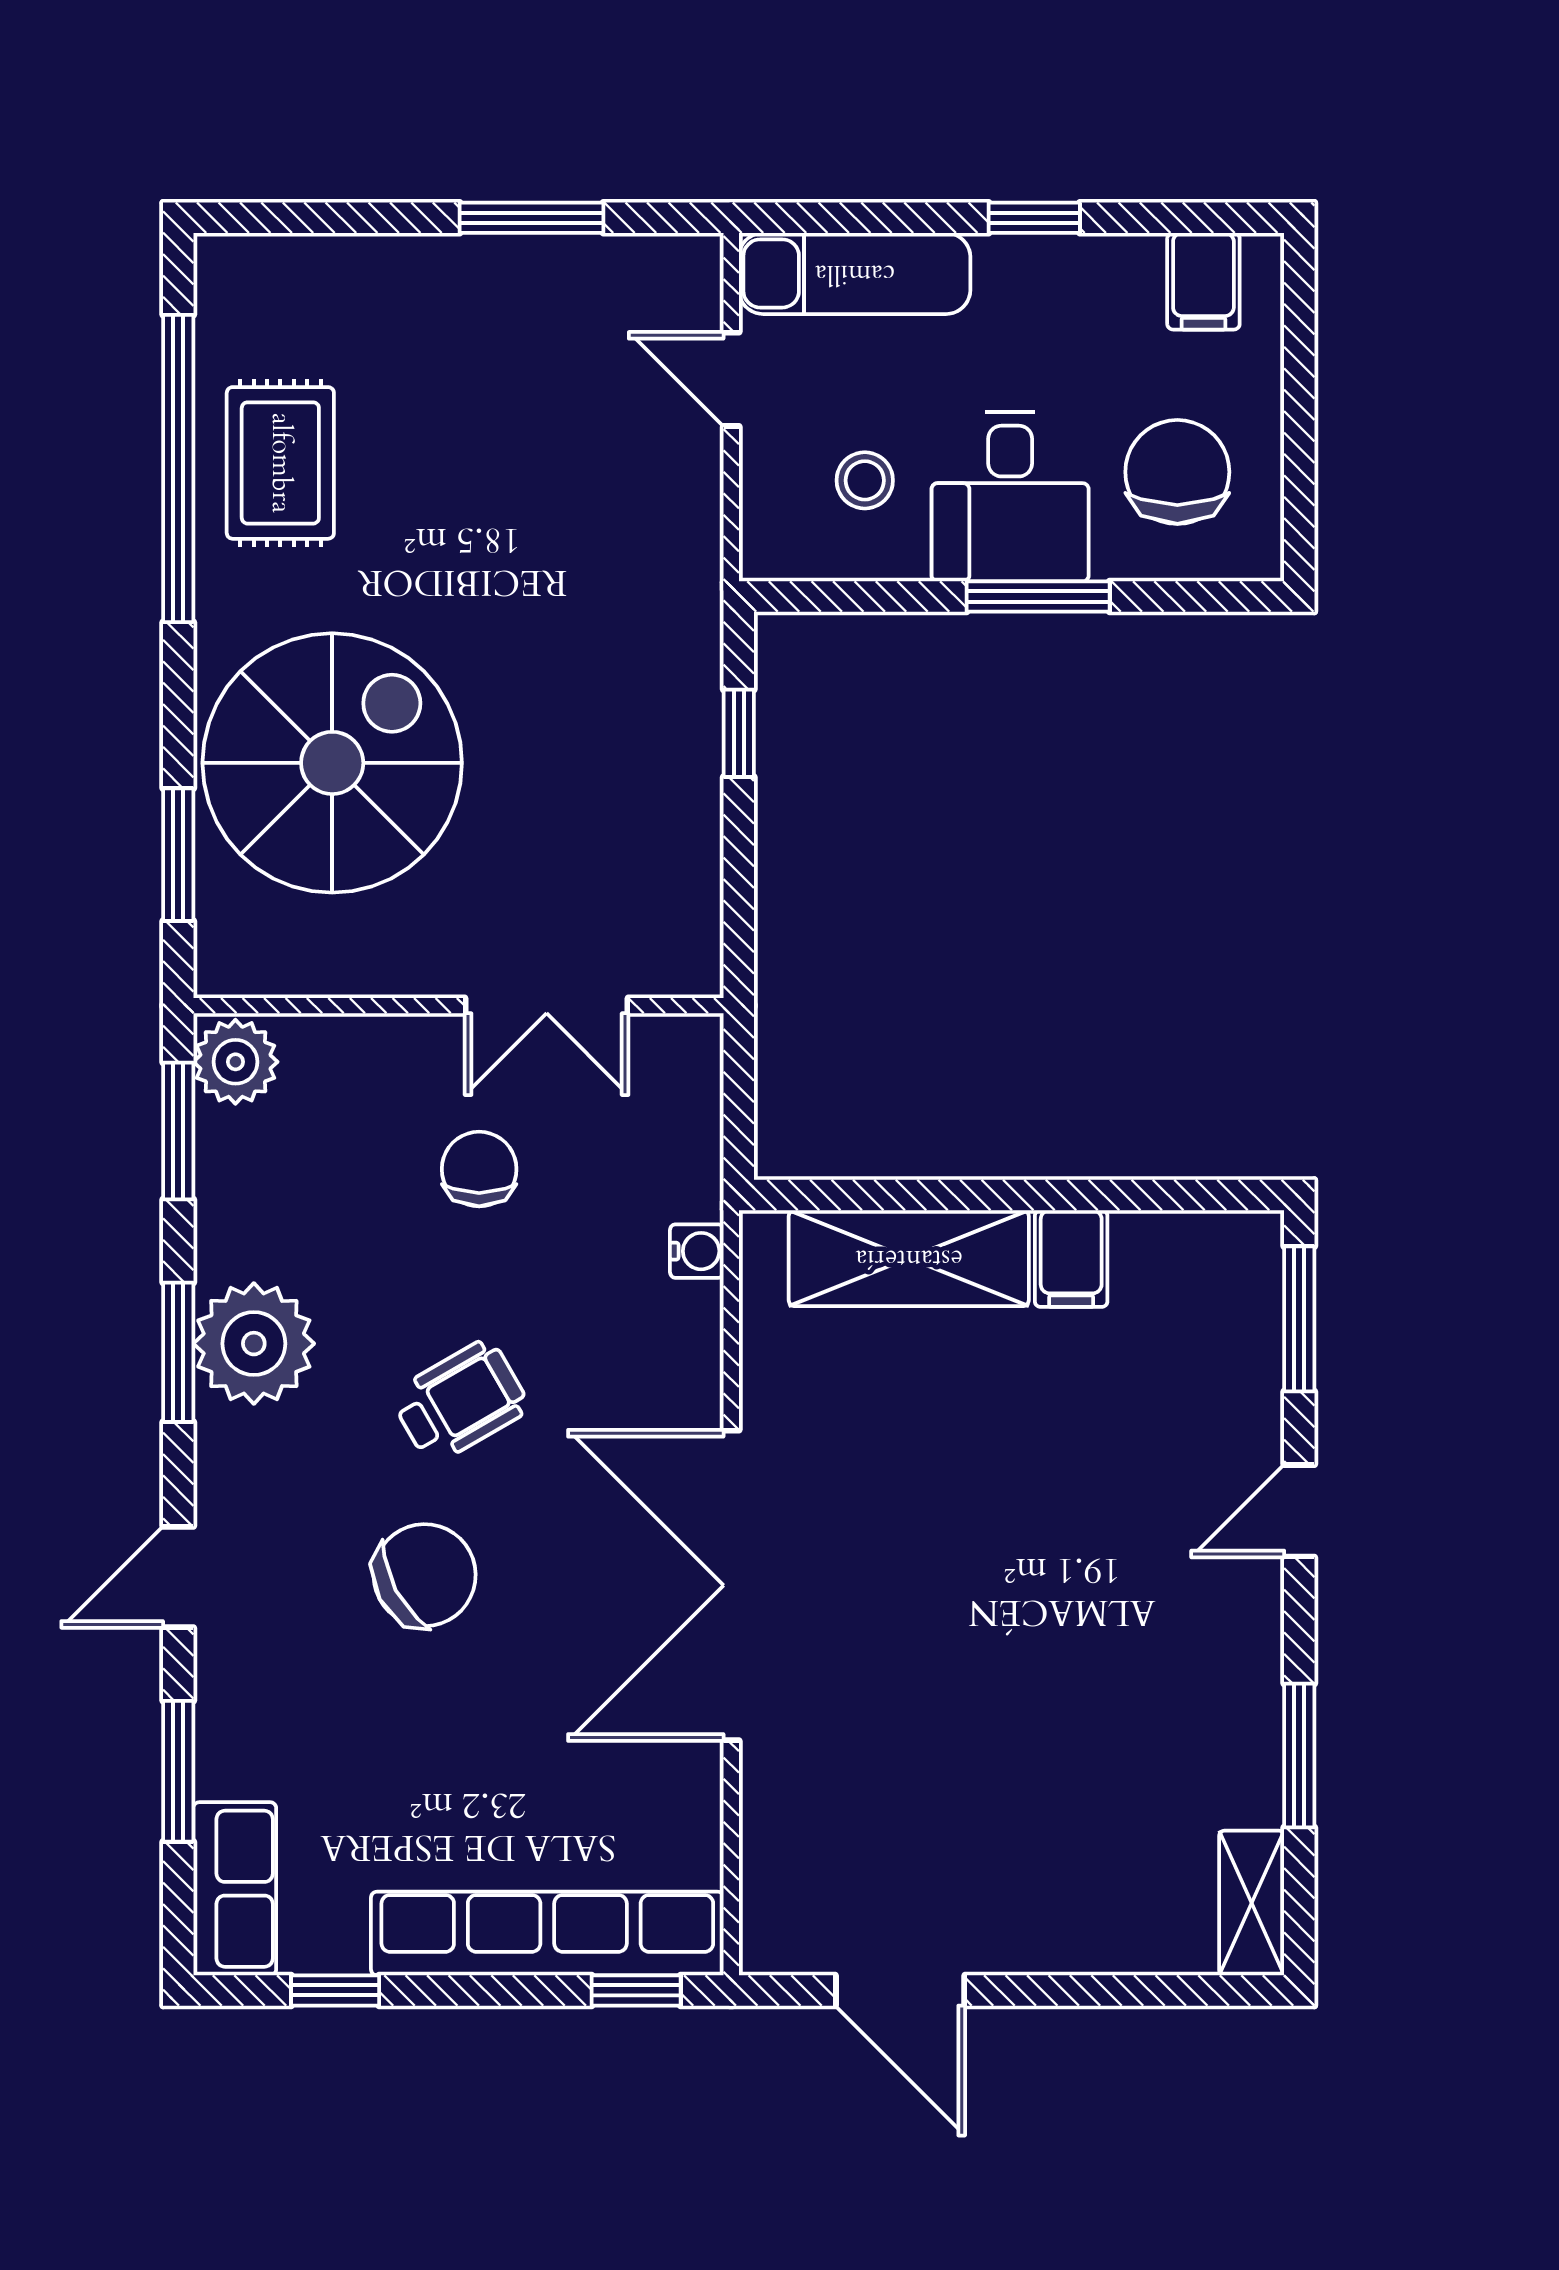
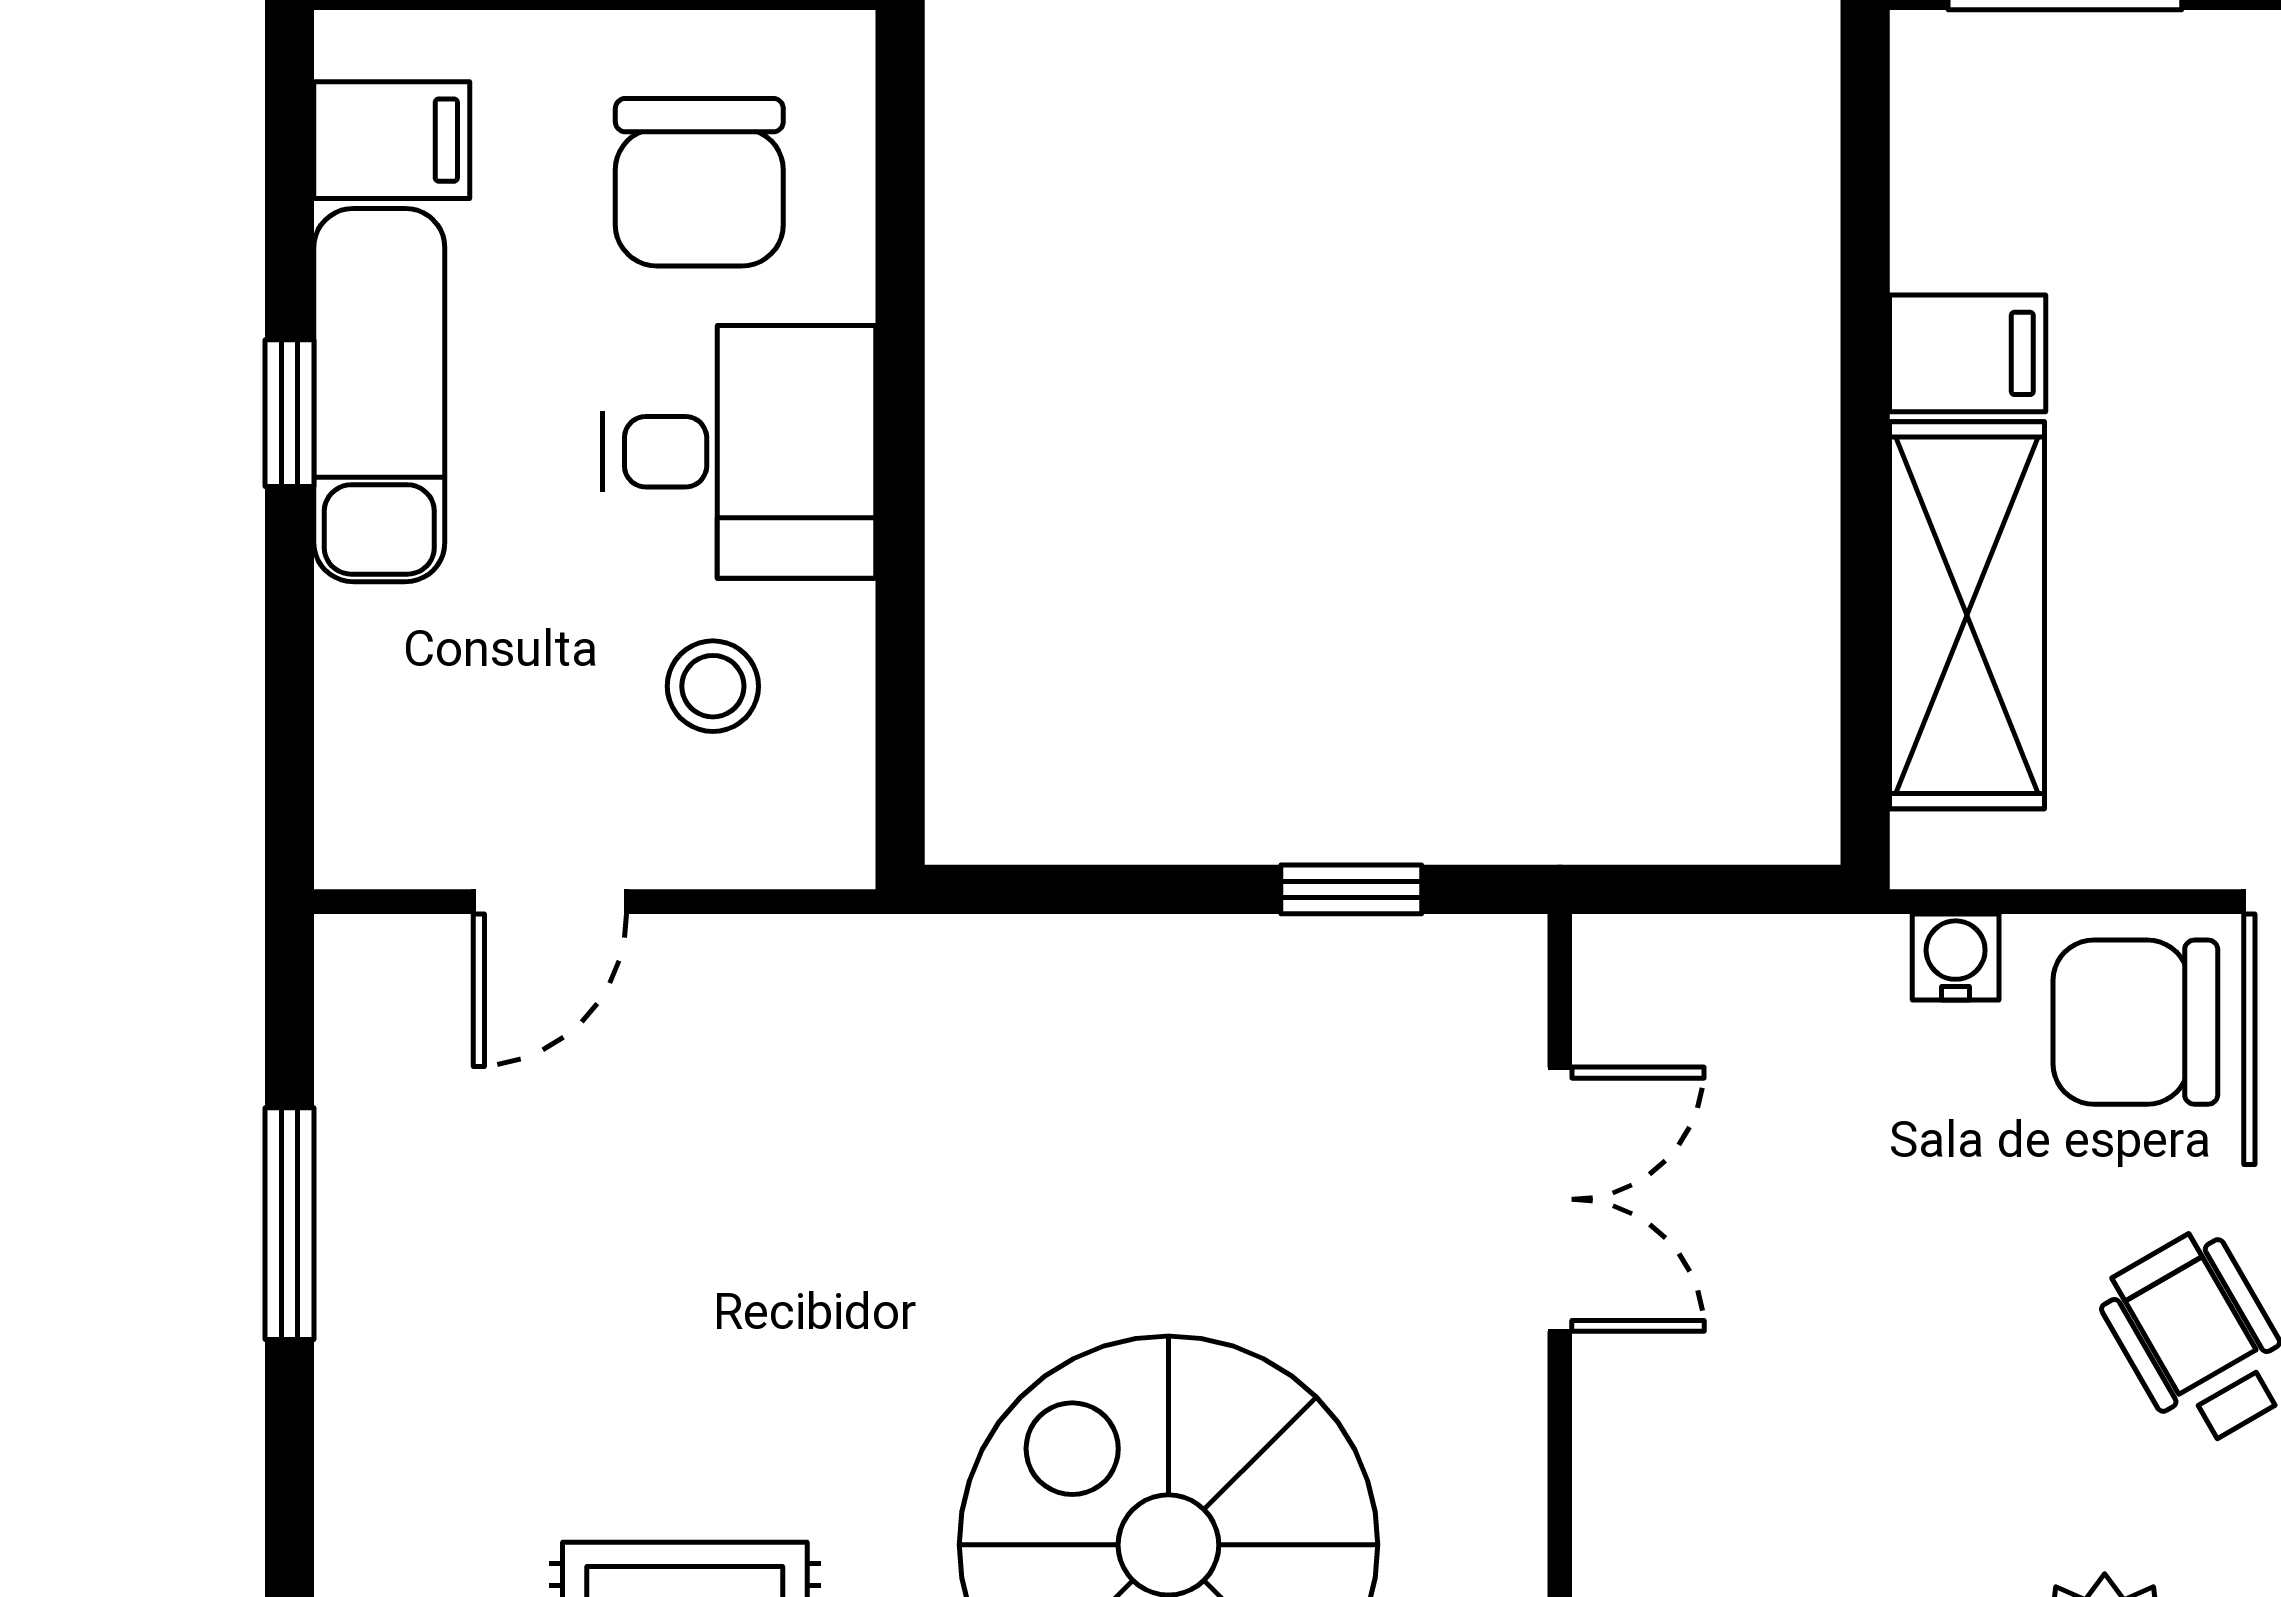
exam couch: (855, 273) -> (379, 395), moved
chair: (1177, 472) -> (699, 182), turned -90
window: (1038, 597) -> (900, 407), removed
window: (739, 733) -> (1351, 889), moved
chair: (479, 1169) -> (2135, 1022), moved, width x1.37, depth x1.37

